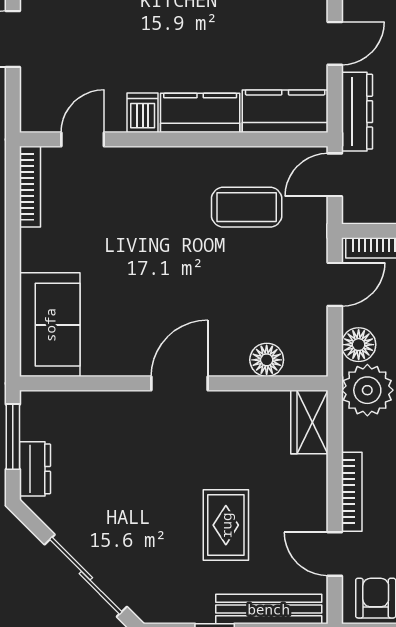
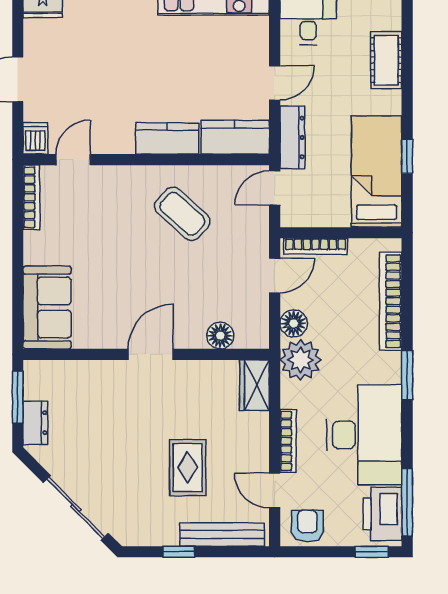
dishwasher: (143, 113) -> (35, 138), moved
coffee table: (247, 207) -> (182, 214), moved, turned 42

